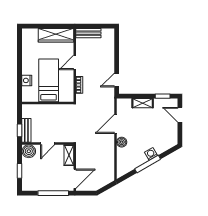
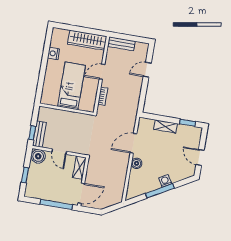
nightstand: (27, 80) -> (53, 53), moved
door: (117, 80) -> (147, 70), moved
door: (180, 115) -> (200, 157), moved
door: (48, 144) -> (59, 152), hinge flipped

